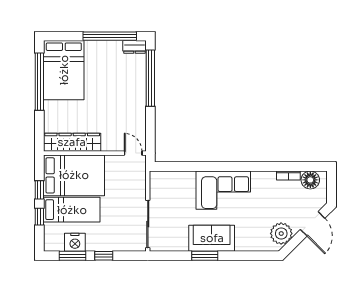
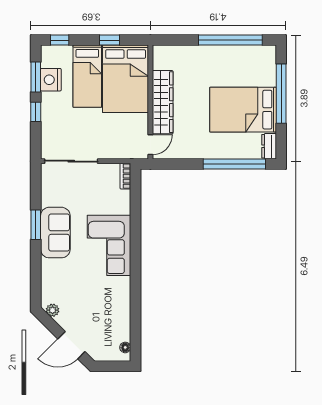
window: (110, 36) -> (281, 94), moved
bed: (64, 70) -> (243, 110), moved
wardrobe: (72, 142) -> (163, 102), moved
bookcase: (288, 176) -> (125, 176), moved
floor lamp: (310, 180) -> (125, 347), width x0.53, depth x0.53
window: (39, 217) -> (60, 40), moved
plant: (281, 234) -> (53, 310), width x0.53, depth x0.53

